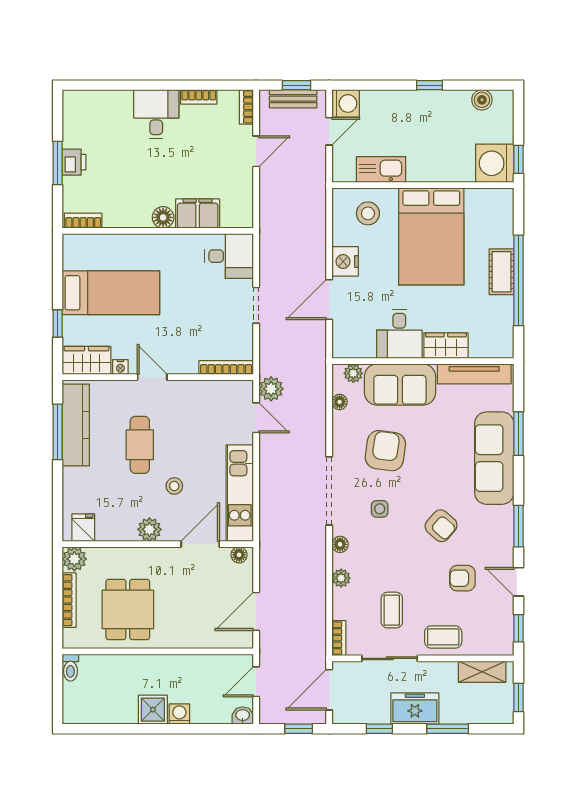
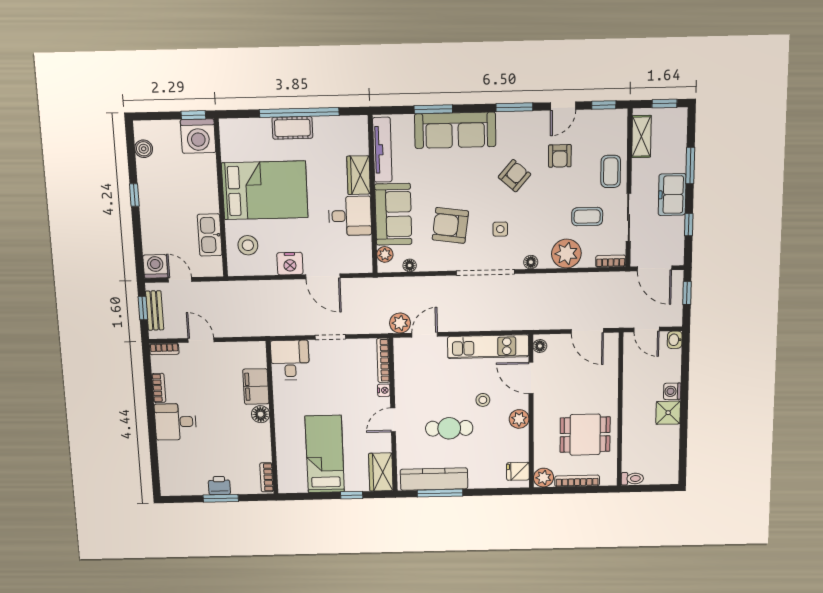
nightstand: (120, 367) -> (384, 390), moved
plant: (341, 578) -> (566, 254), width x1.88, depth x1.88

